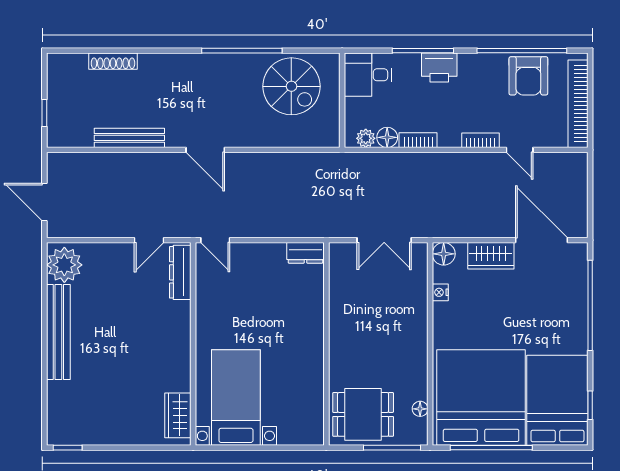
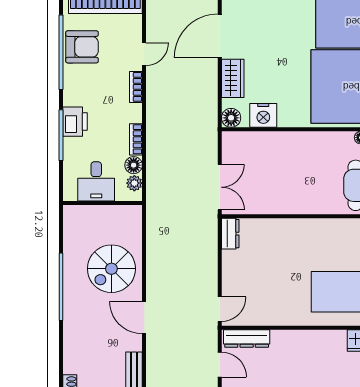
desk: (368, 75) -> (96, 181), moved
spiral stairs: (291, 86) -> (111, 269), moved, turned 180
door: (205, 150) -> (144, 318), swing flipped
double door: (384, 240) -> (220, 187), moved
nightstand: (440, 292) -> (263, 115), width x1.89, depth x1.79

